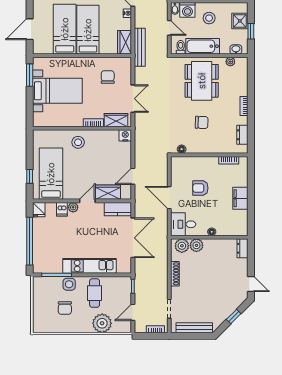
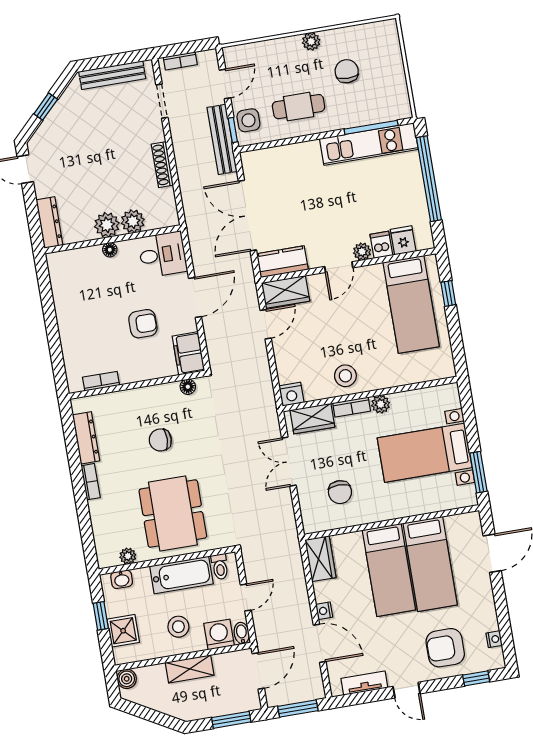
door: (169, 28) -> (246, 597), swing flipped
bench: (140, 47) -> (222, 139), moved
plant: (77, 122) -> (381, 404), added
dresser: (242, 135) -> (86, 438), width x1.44
stool: (78, 142) -> (345, 376), moved
wardrobe: (108, 192) -> (286, 292), moved
door: (169, 198) -> (195, 297), hinge flipped
filing cabinet: (240, 198) -> (188, 353), moved, turned 180
fridge: (39, 210) -> (403, 240), moved
plant: (182, 246) -> (107, 225), moved
dresser: (242, 248) -> (49, 223), width x1.44
kitchen unit: (89, 266) -> (369, 144), moved
side table: (69, 284) -> (248, 120), moved
cafe table: (95, 293) -> (299, 107), turned 90
plant: (102, 323) -> (311, 41), moved, width x0.53, depth x0.53

